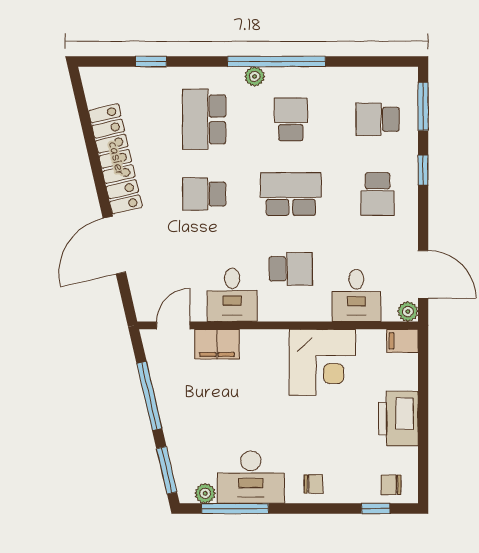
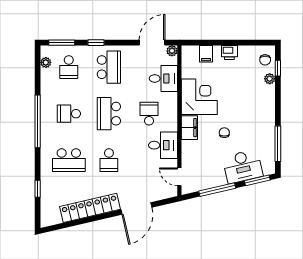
plant: (255, 76) -> (46, 62), moved
school desk: (378, 194) -> (109, 67), width x1.85
door: (114, 245) -> (136, 208), hinge flipped
filing cabinet: (402, 341) -> (206, 54), moved
filing cabinet: (217, 344) -> (189, 128), moved
printer: (398, 418) -> (229, 53), width x0.53, depth x0.68
desk: (251, 477) -> (243, 166), moved, turned 77
chair: (314, 484) -> (224, 133), moved
plant: (205, 493) -> (270, 79), moved

